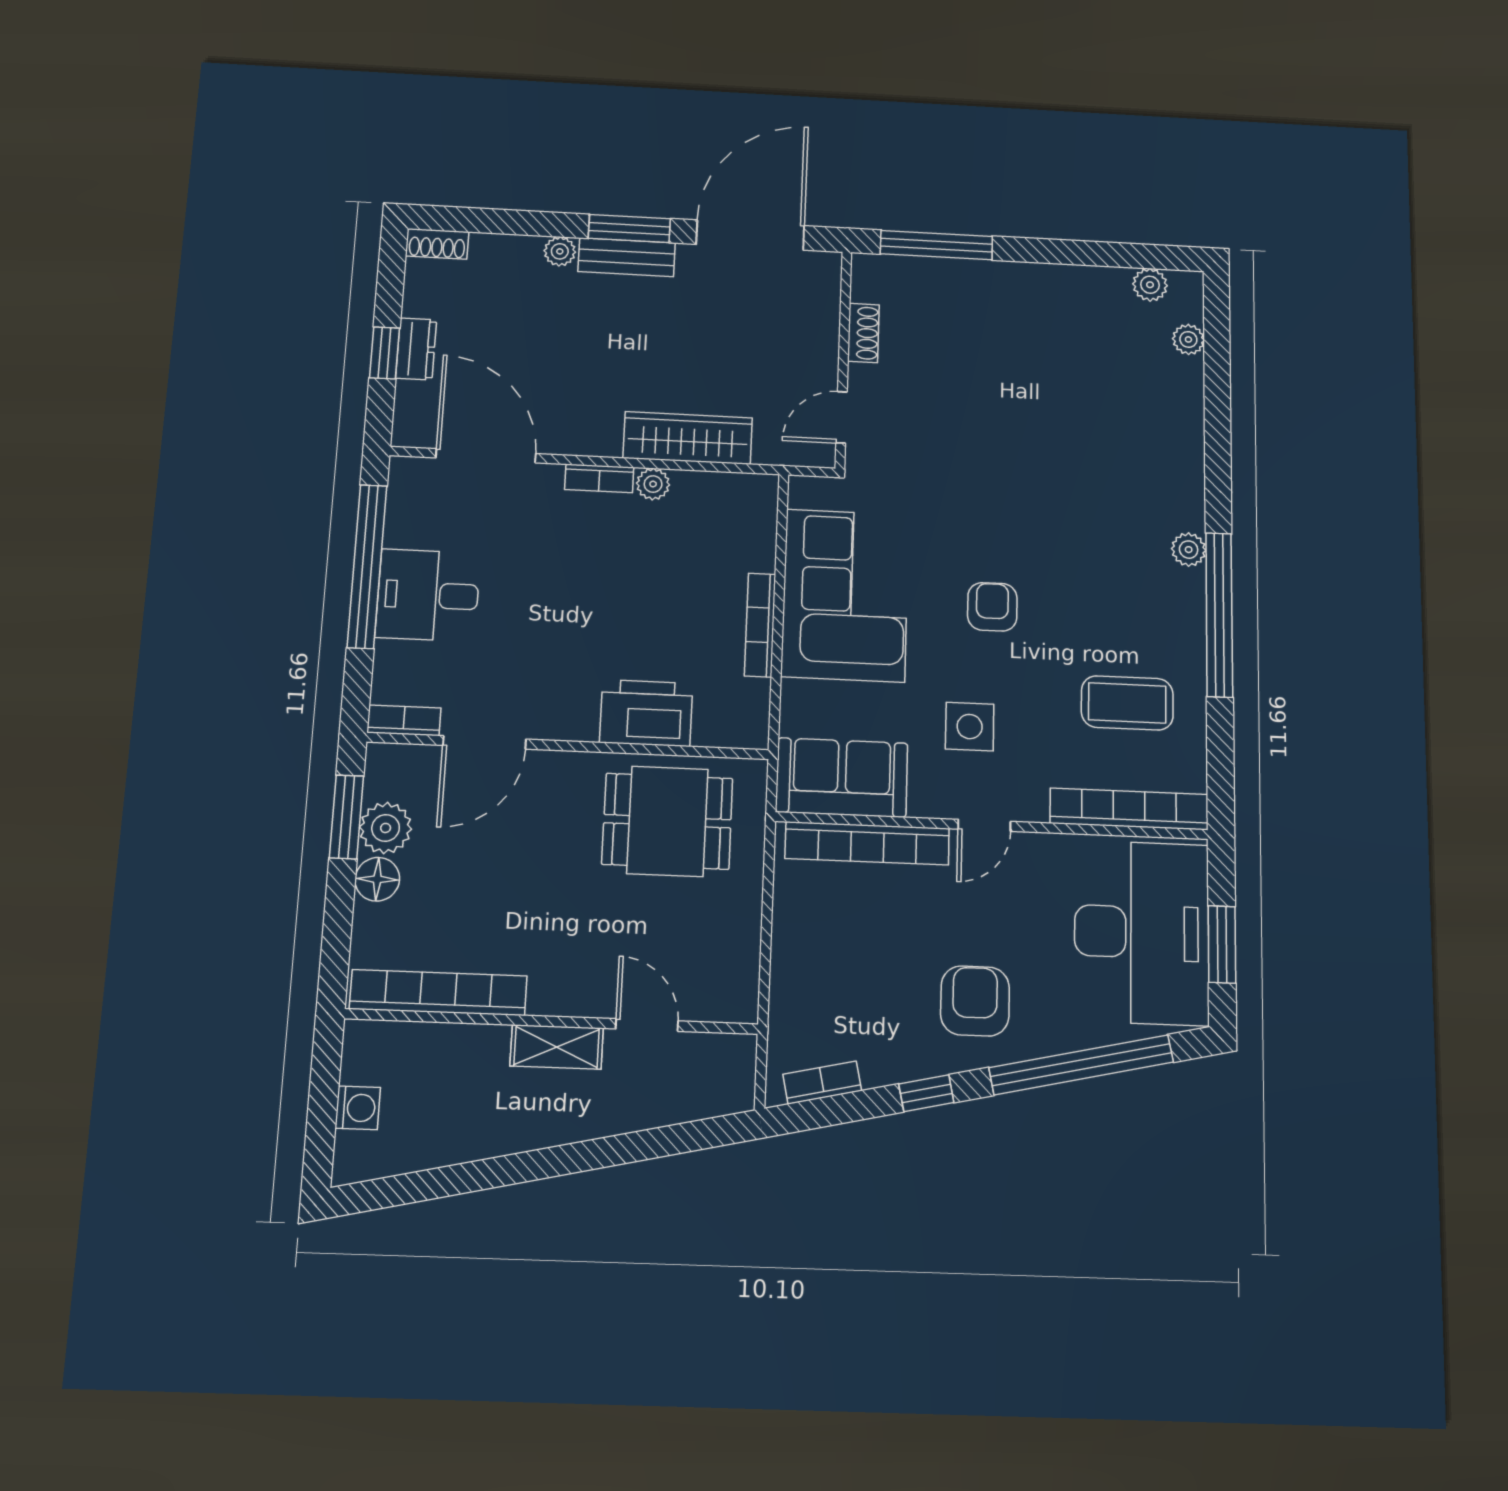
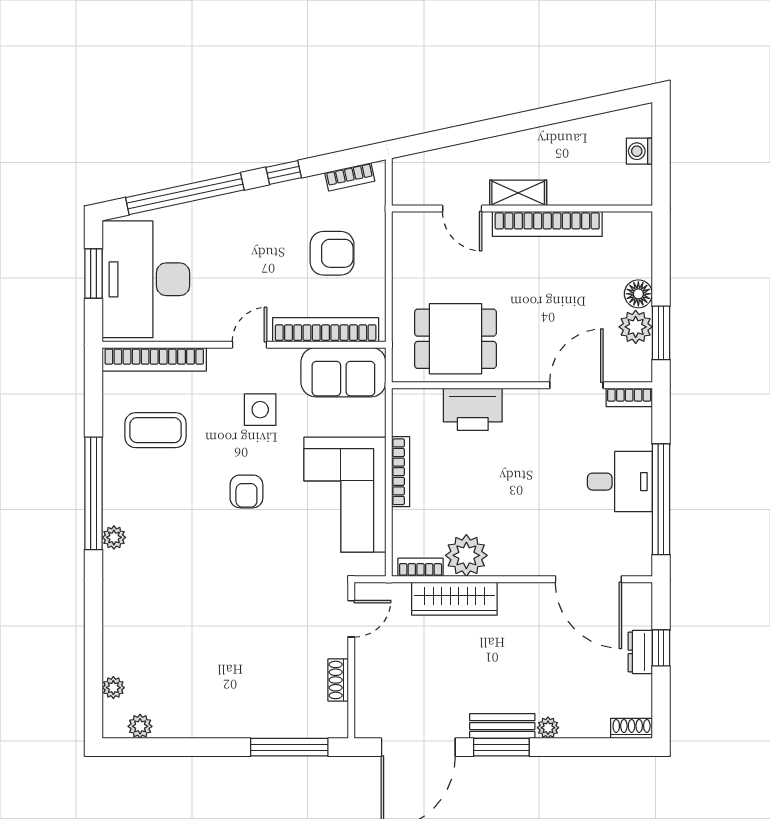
bookcase: (599, 478) -> (421, 567), moved
plant: (653, 484) -> (466, 555), width x1.88, depth x1.88
bookcase: (438, 993) -> (547, 224), moved
armchair: (975, 1001) -> (332, 253), moved, turned -90

